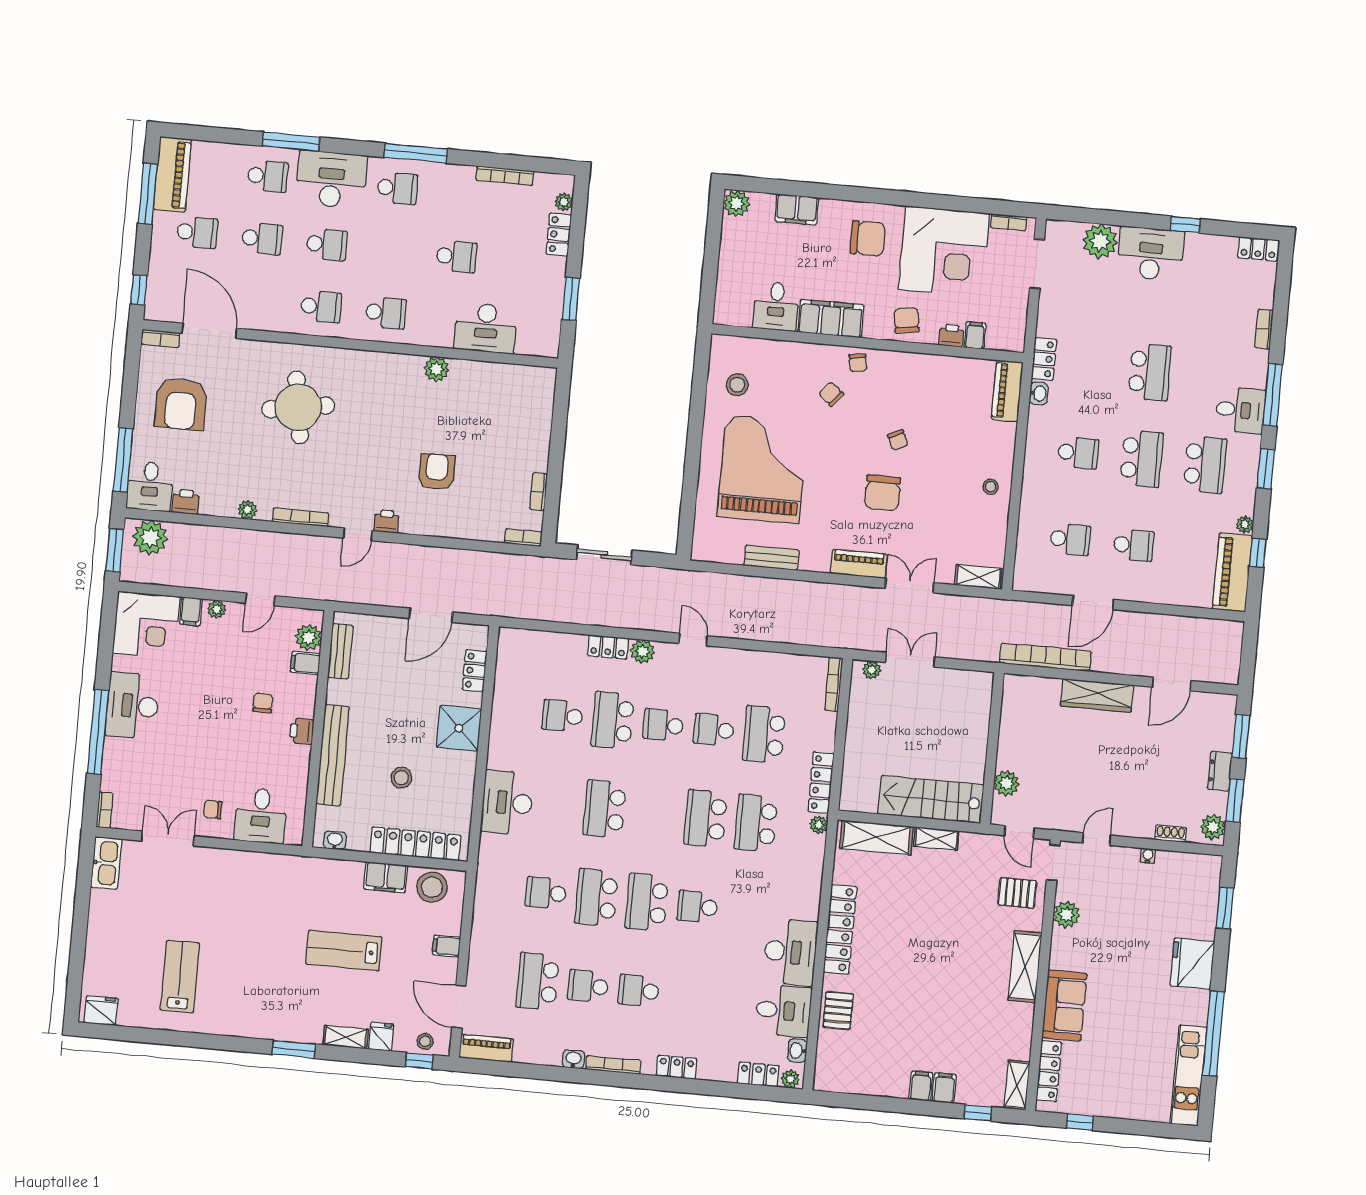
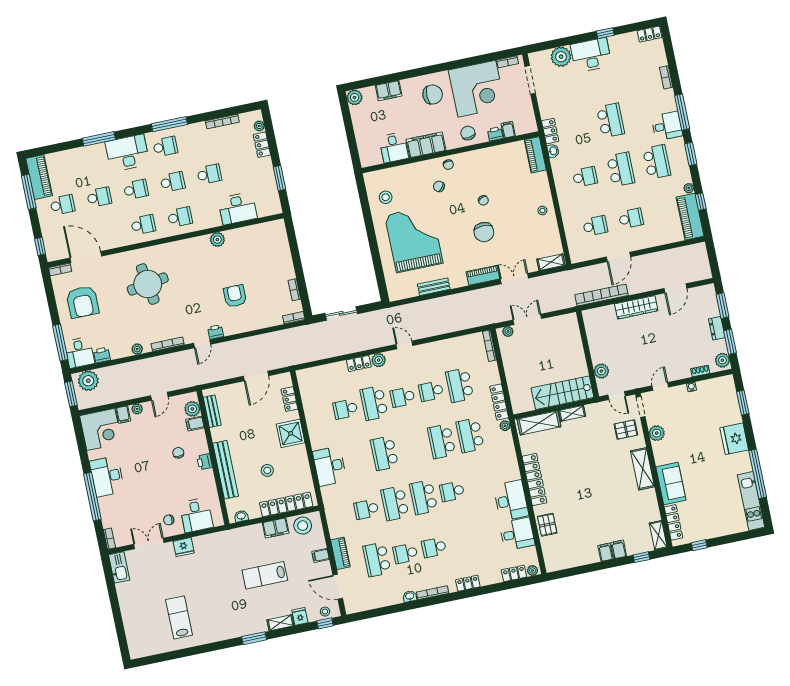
school desk: (268, 176) -> (173, 182), moved
fridge: (101, 1011) -> (184, 547), moved, turned 180
piano: (486, 1048) -> (340, 553), moved, turned 90
washbasin: (797, 1050) -> (531, 554), removed

